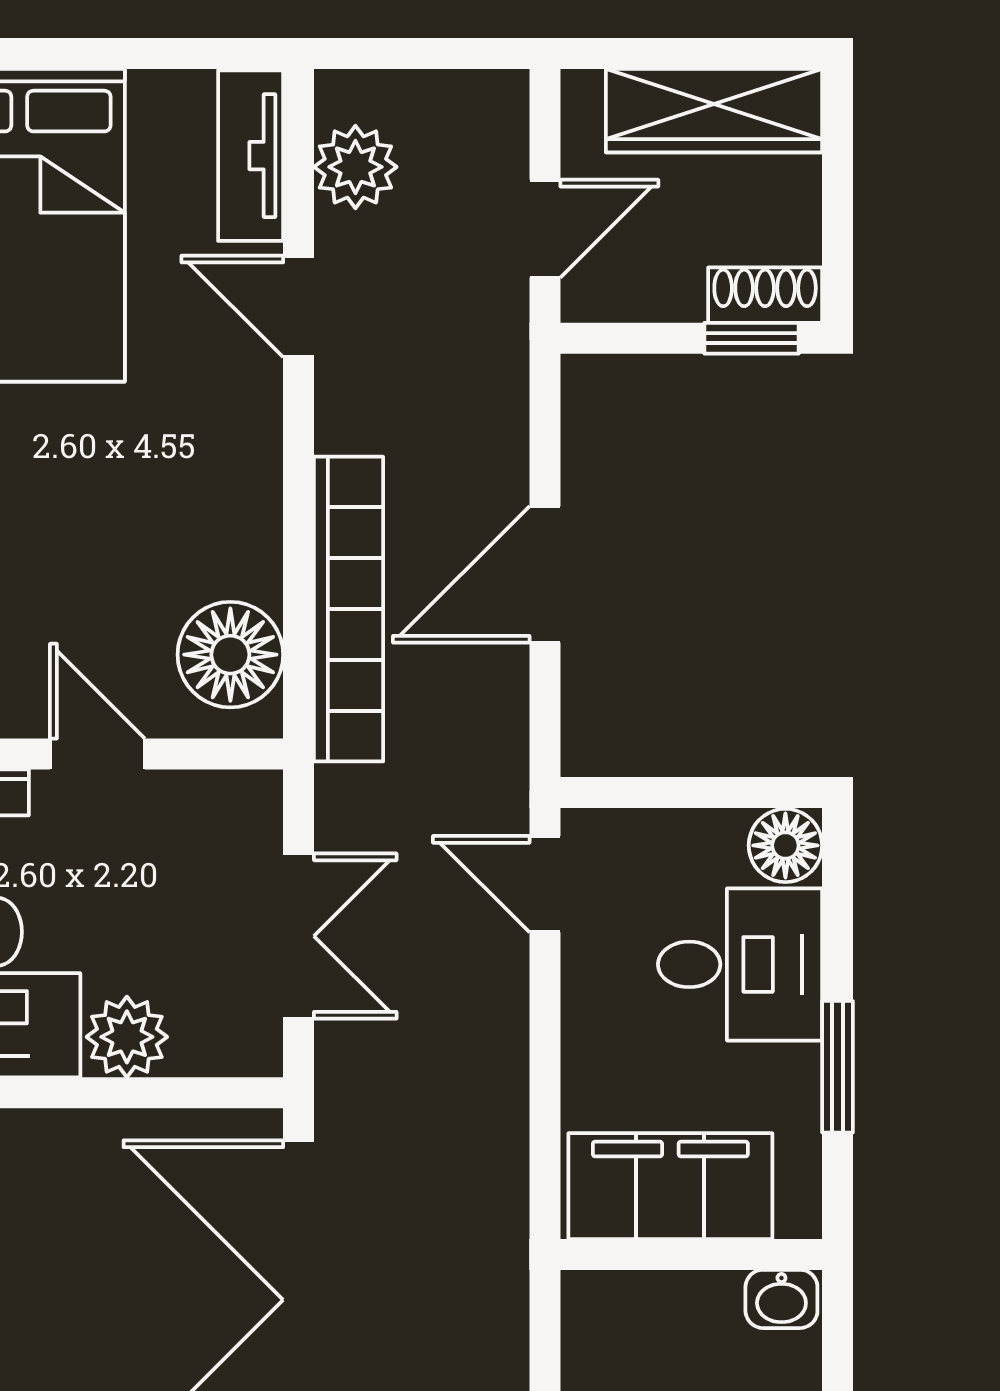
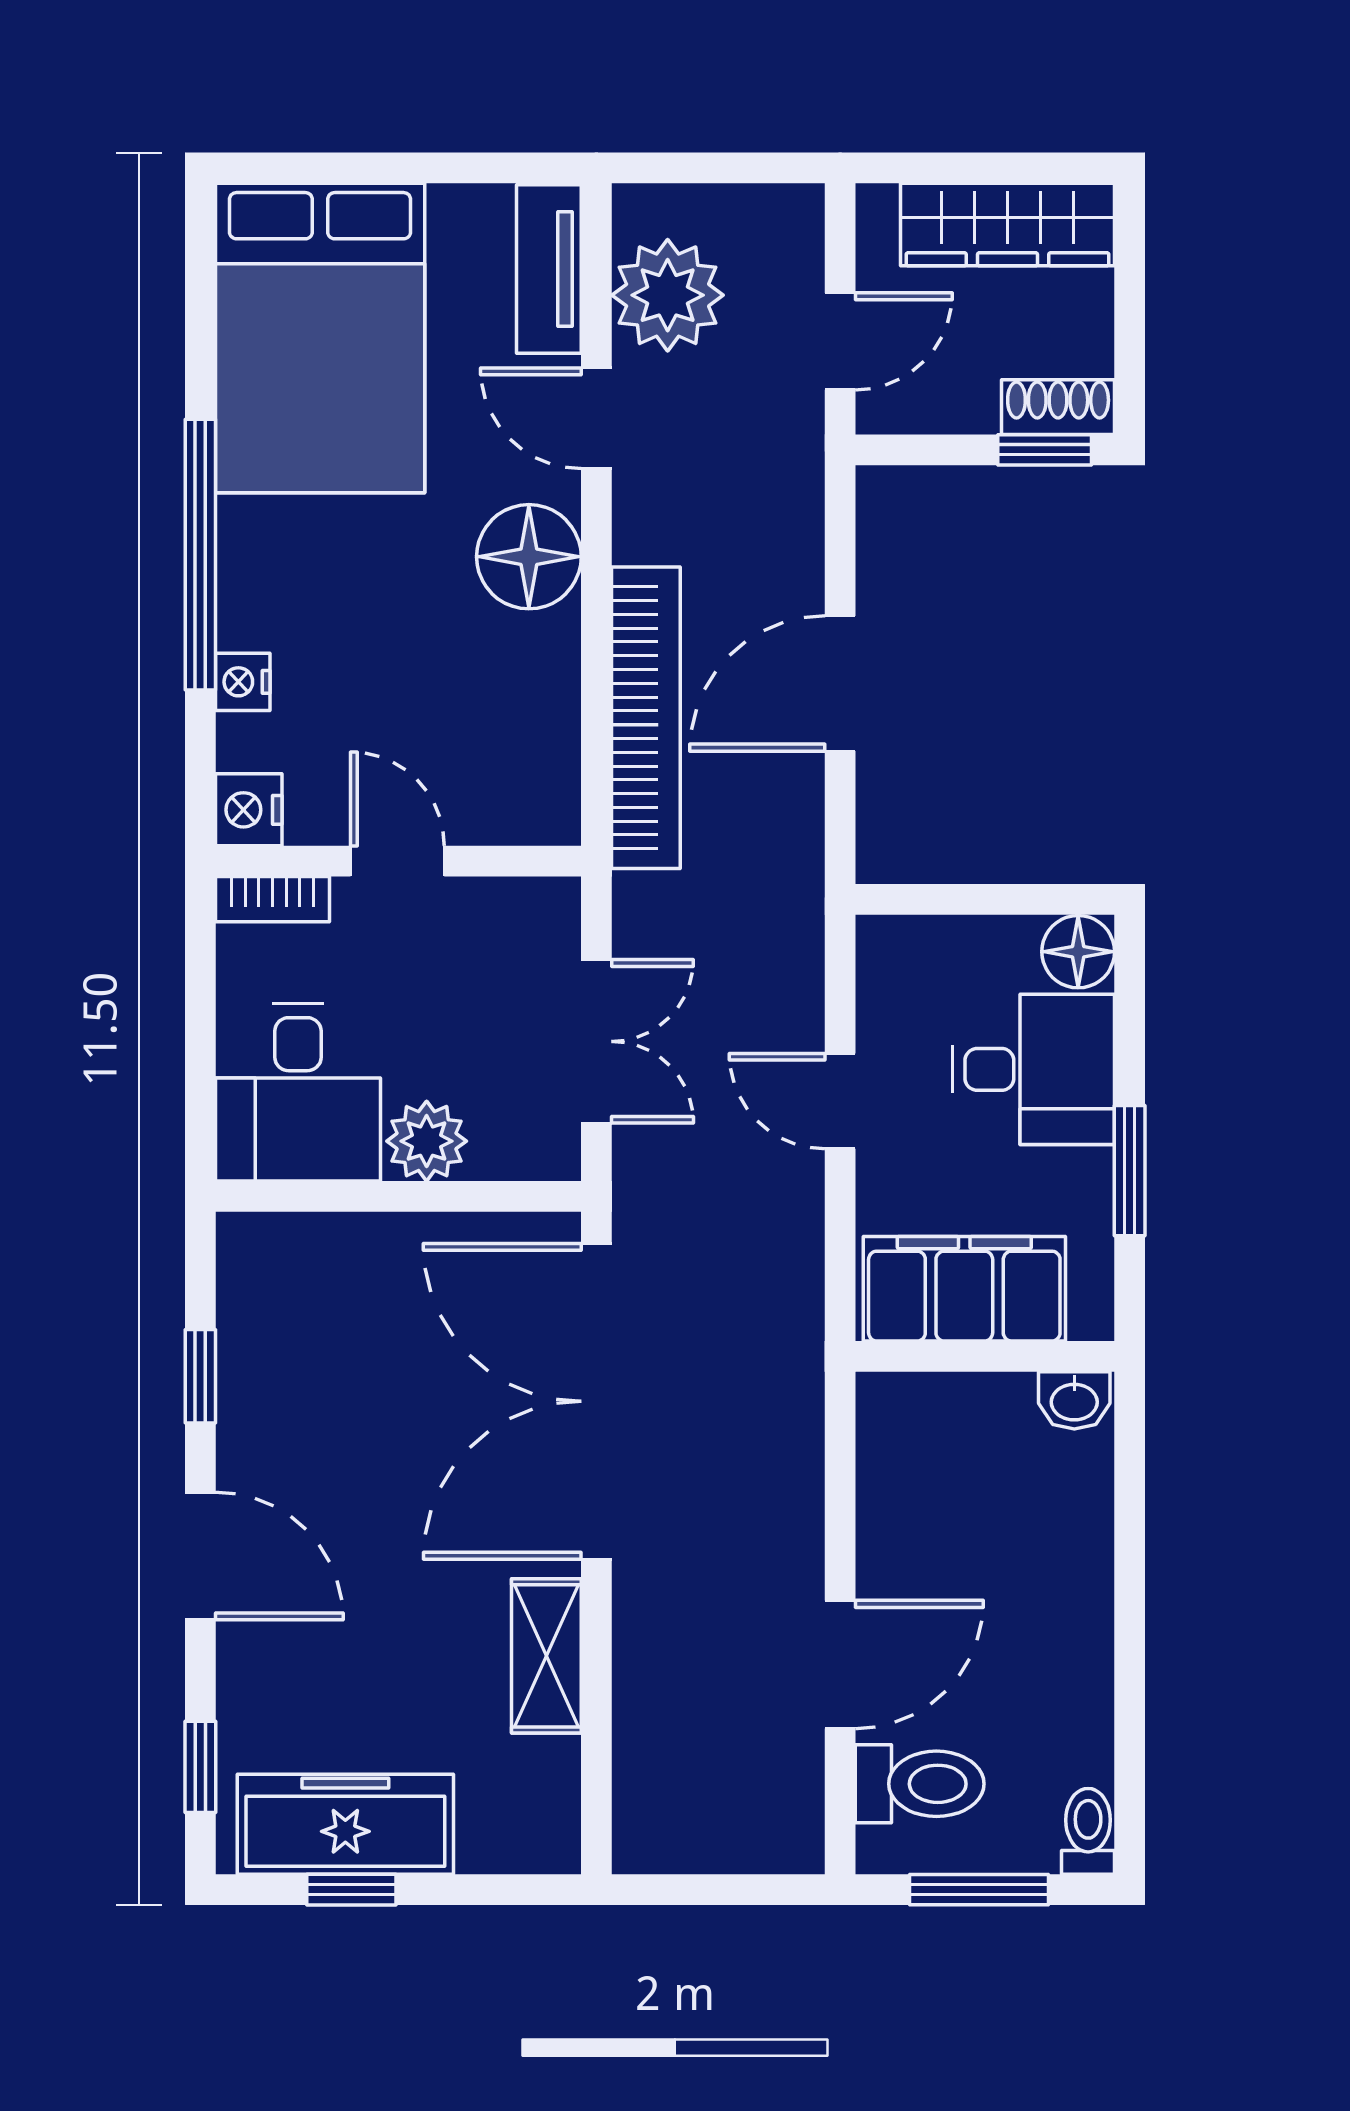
plant: (355, 167) -> (668, 295), width x1.36, depth x1.36
floor lamp: (230, 655) -> (529, 557), moved
door: (545, 884) -> (840, 1101), moved

